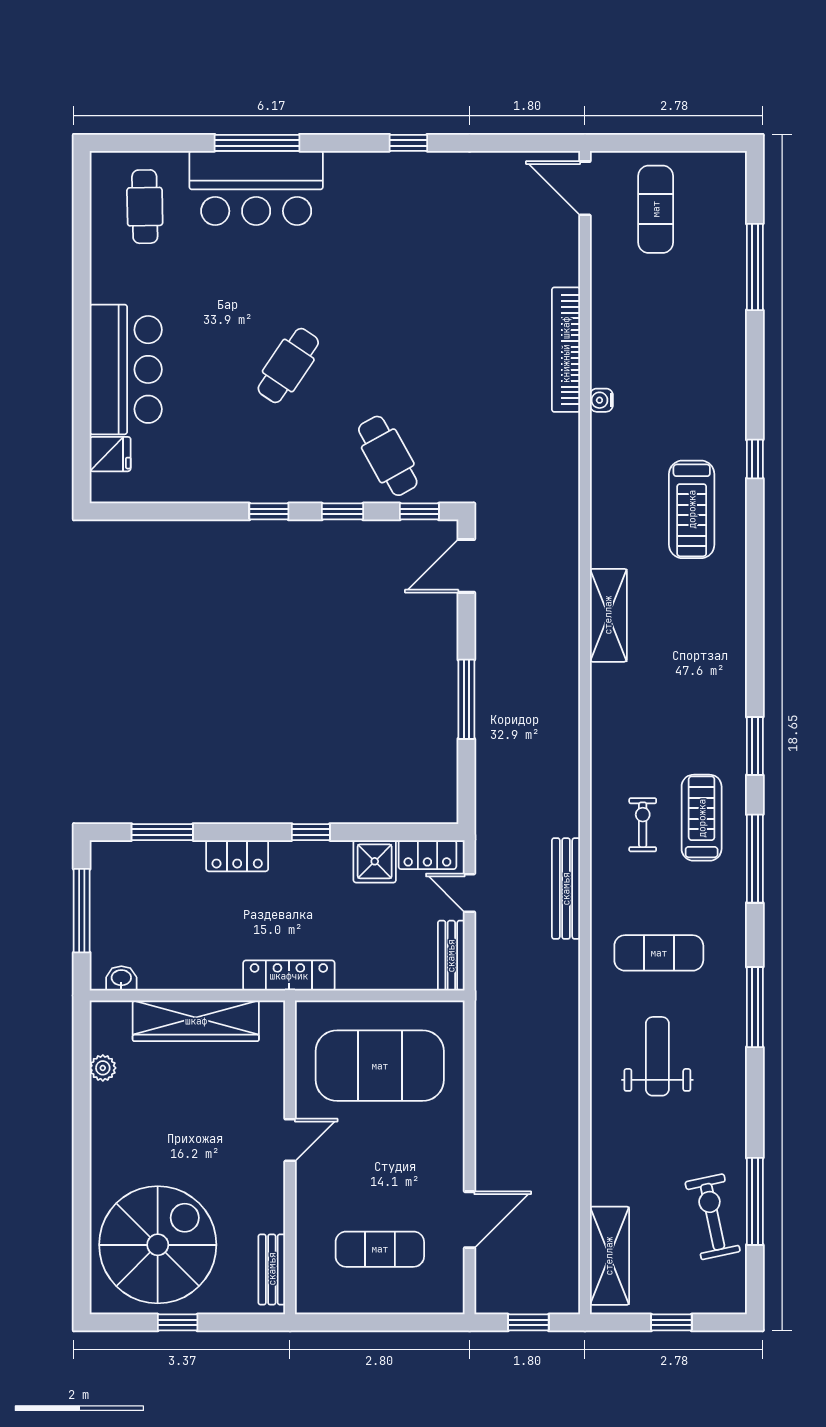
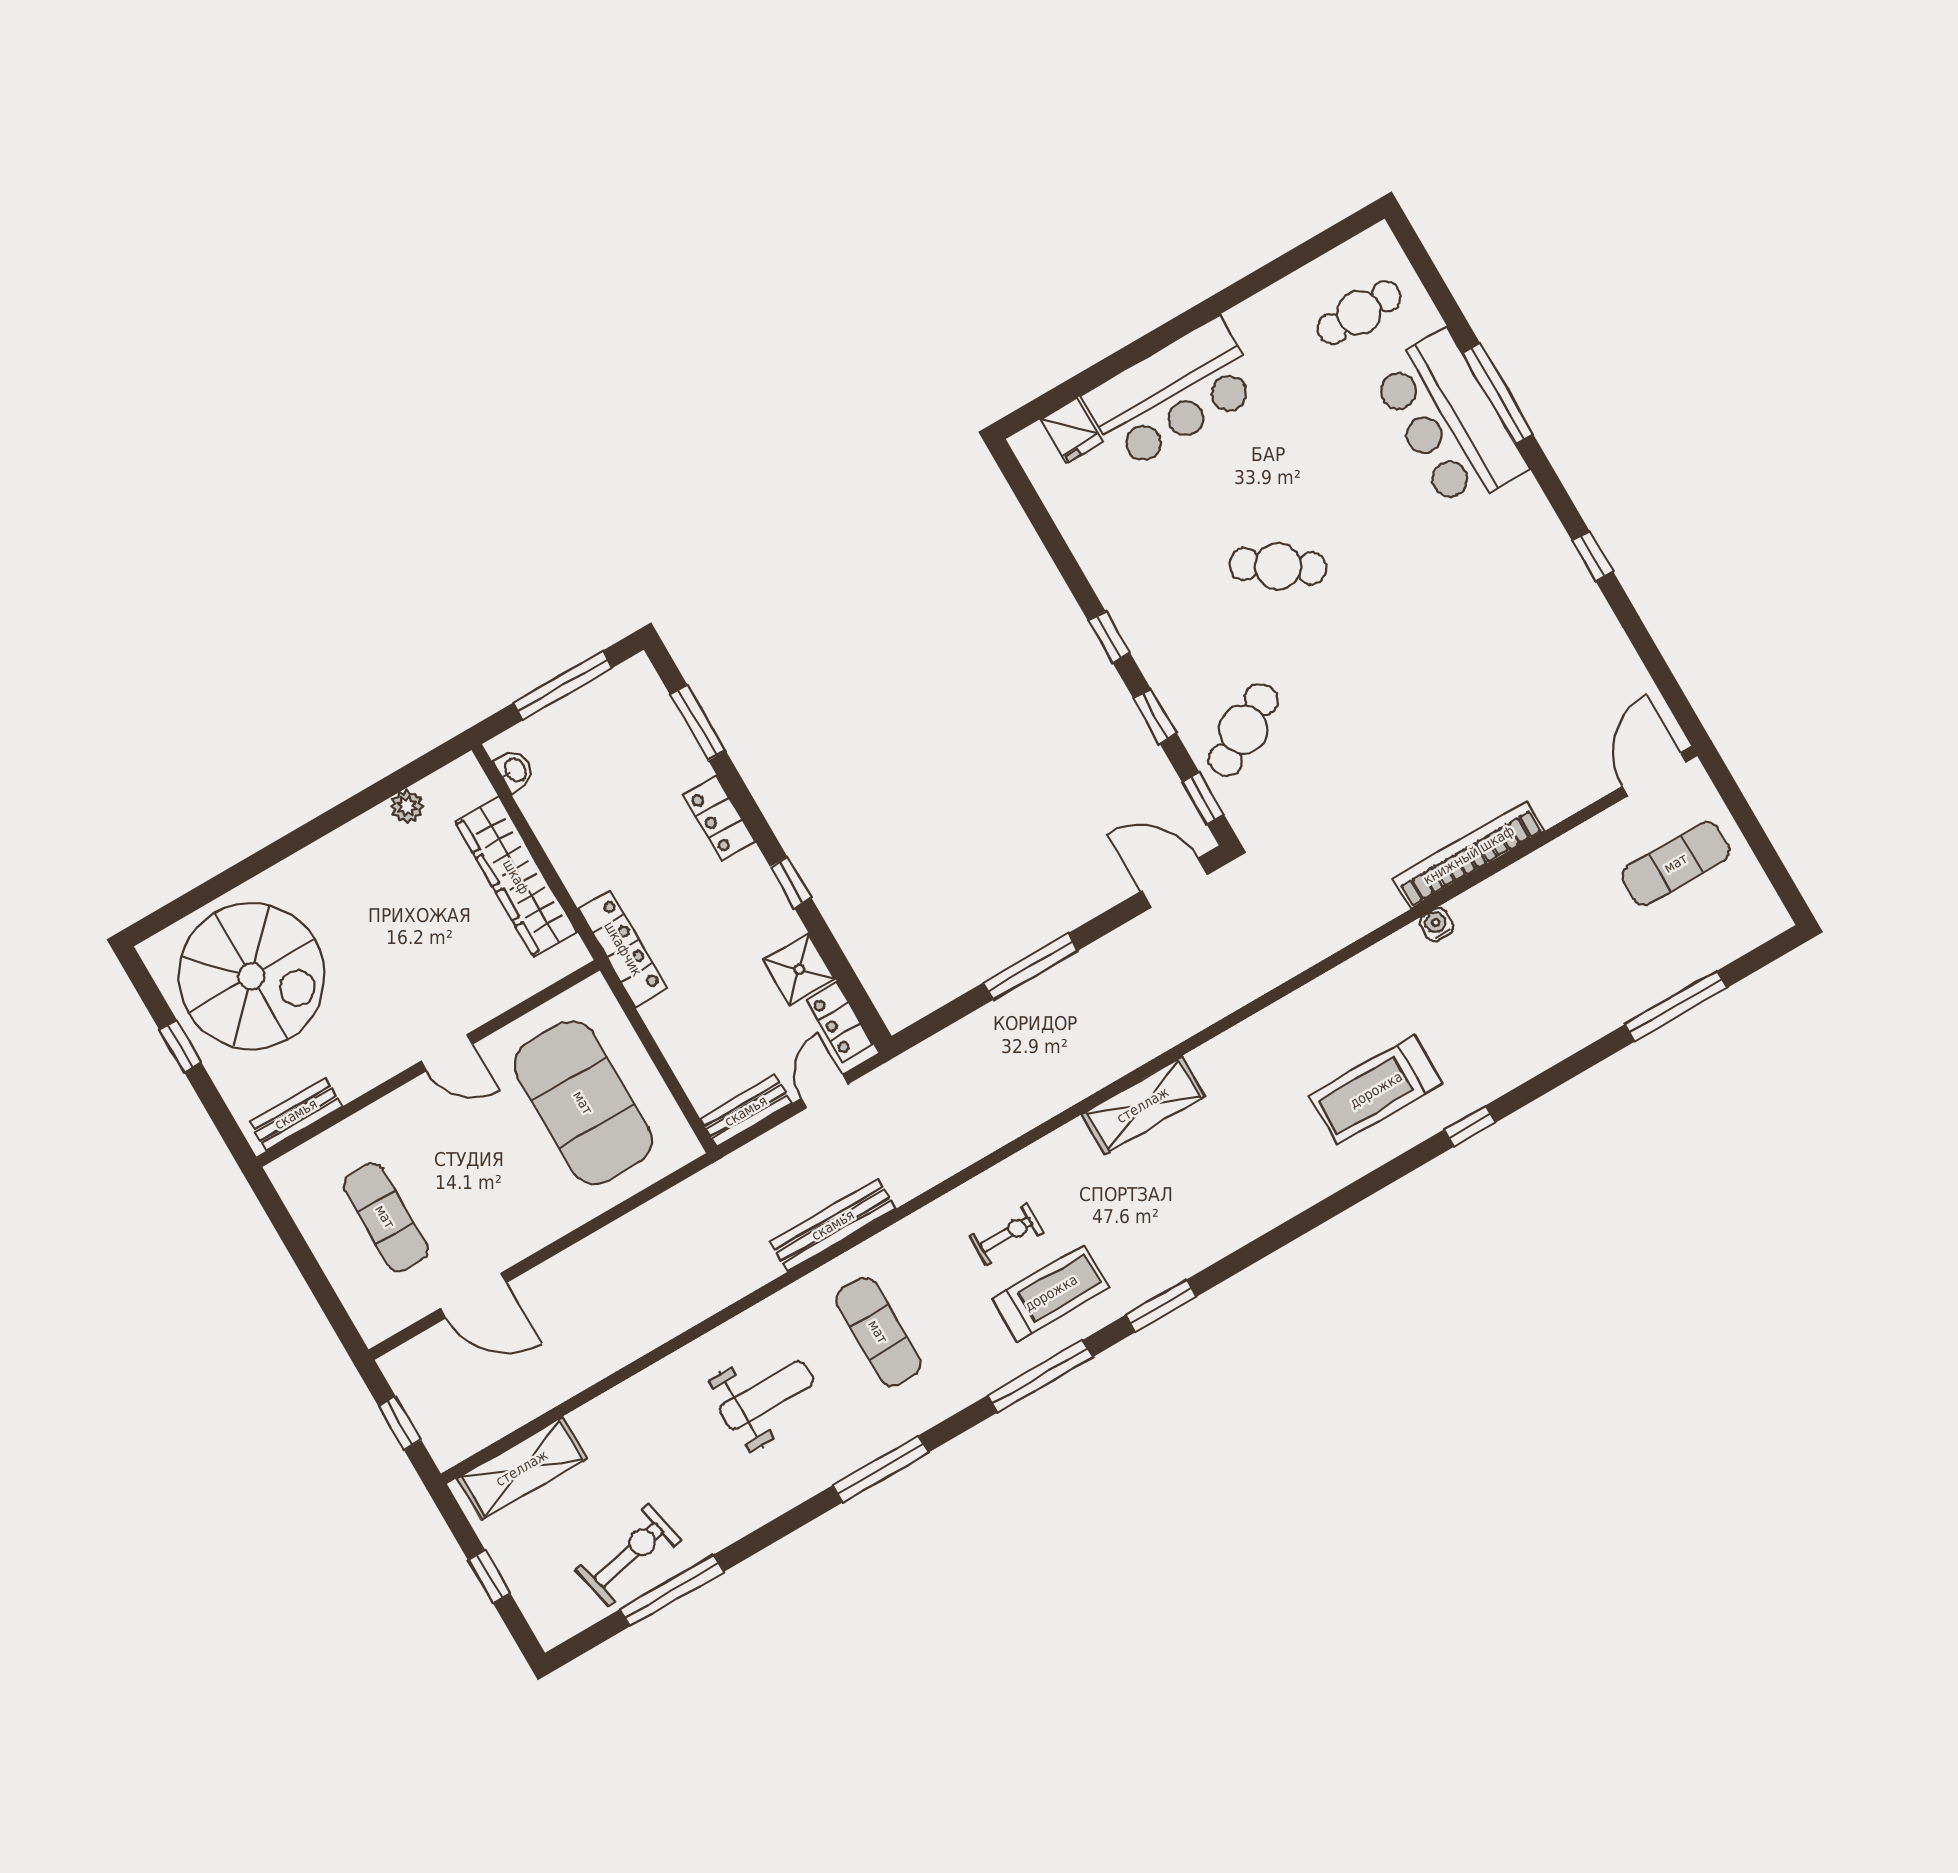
shelving: (608, 615) -> (1143, 1105), moved
bench: (566, 889) -> (833, 1225), moved

